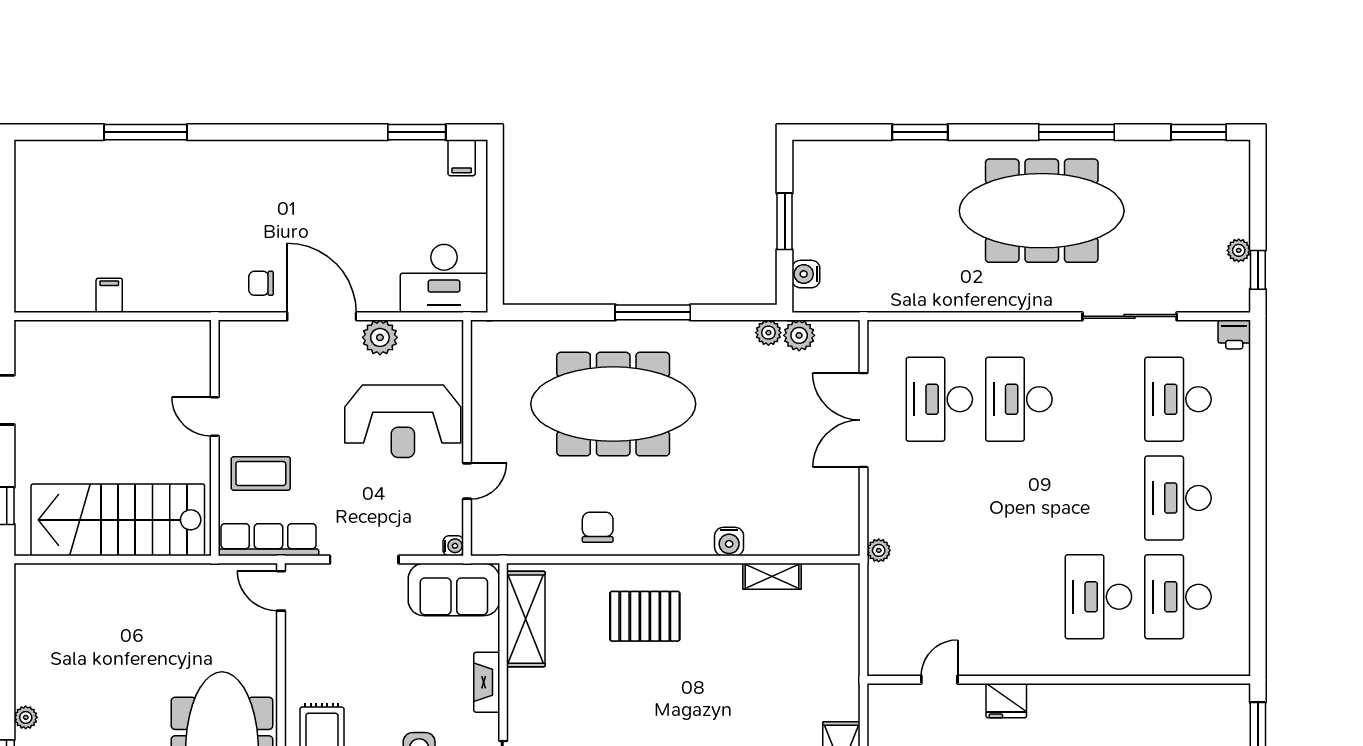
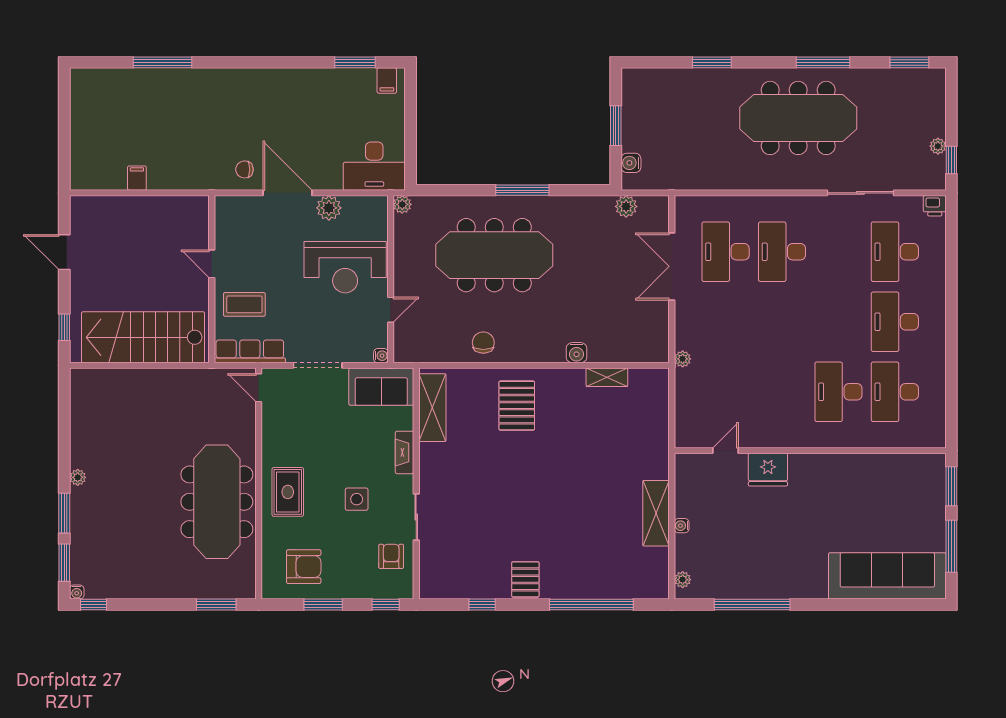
plant: (768, 333) -> (402, 204), moved
pallet: (645, 616) -> (517, 406), turned 90
fridge: (1006, 701) -> (768, 470), width x1.36, depth x1.34

